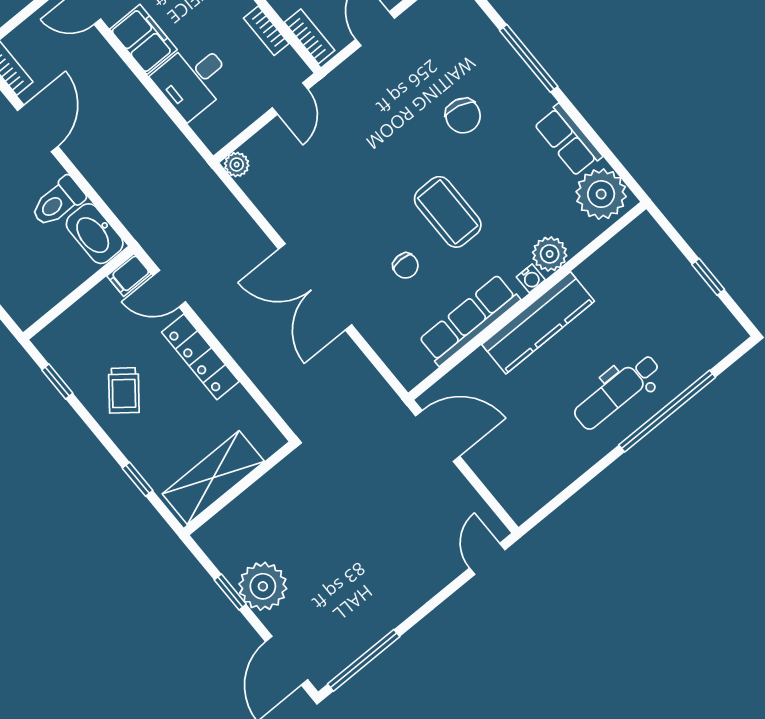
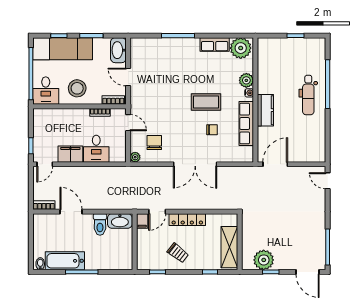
chair: (463, 116) -> (154, 142), moved, turned -104
kitchen counter: (538, 323) -> (265, 110), width x0.67
plant: (263, 586) -> (264, 260), moved

